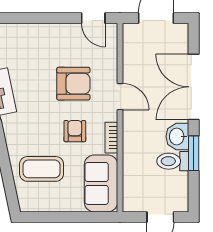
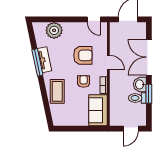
plant: (21, 38) -> (54, 30), added
coffee table: (42, 169) -> (57, 91), moved, turned 90

